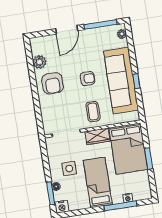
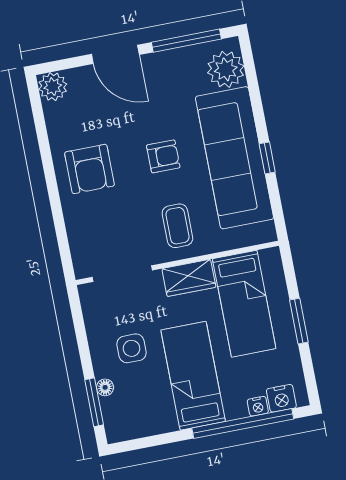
door: (67, 30) -> (115, 54), hinge flipped
plant: (122, 34) -> (226, 69), width x1.88, depth x1.88
plant: (39, 62) -> (53, 87), moved
bed: (128, 149) -> (244, 304), width x0.67
window: (120, 206) -> (243, 423), width x1.46
nightstand: (62, 207) -> (281, 398), moved

